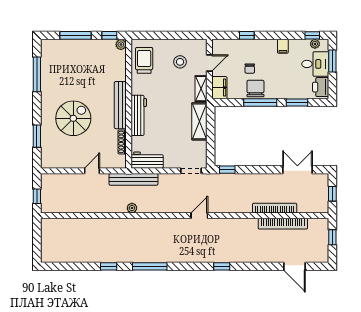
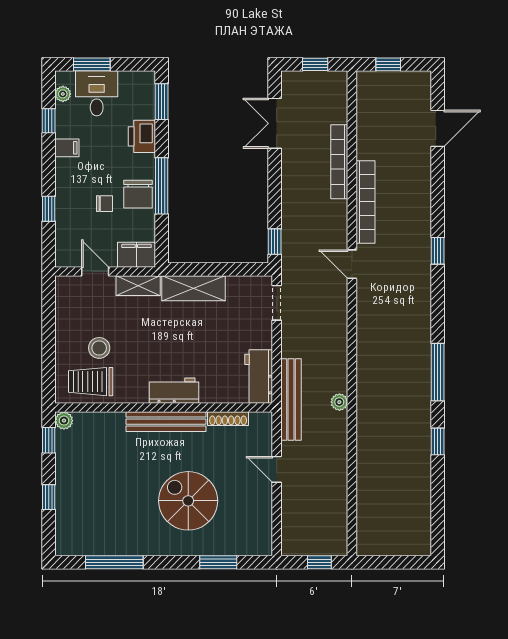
window: (76, 35) -> (49, 497), width x0.46
window: (312, 35) -> (49, 121), moved
stool: (180, 62) -> (99, 348), moved
printer: (321, 87) -> (142, 136), moved, turned 90
chair: (255, 89) -> (138, 194), turned -90
window: (297, 103) -> (162, 102), moved
workbench: (139, 115) -> (174, 391), width x0.73
door: (199, 216) -> (352, 264), moved
bookcase: (283, 224) -> (366, 202), moved

